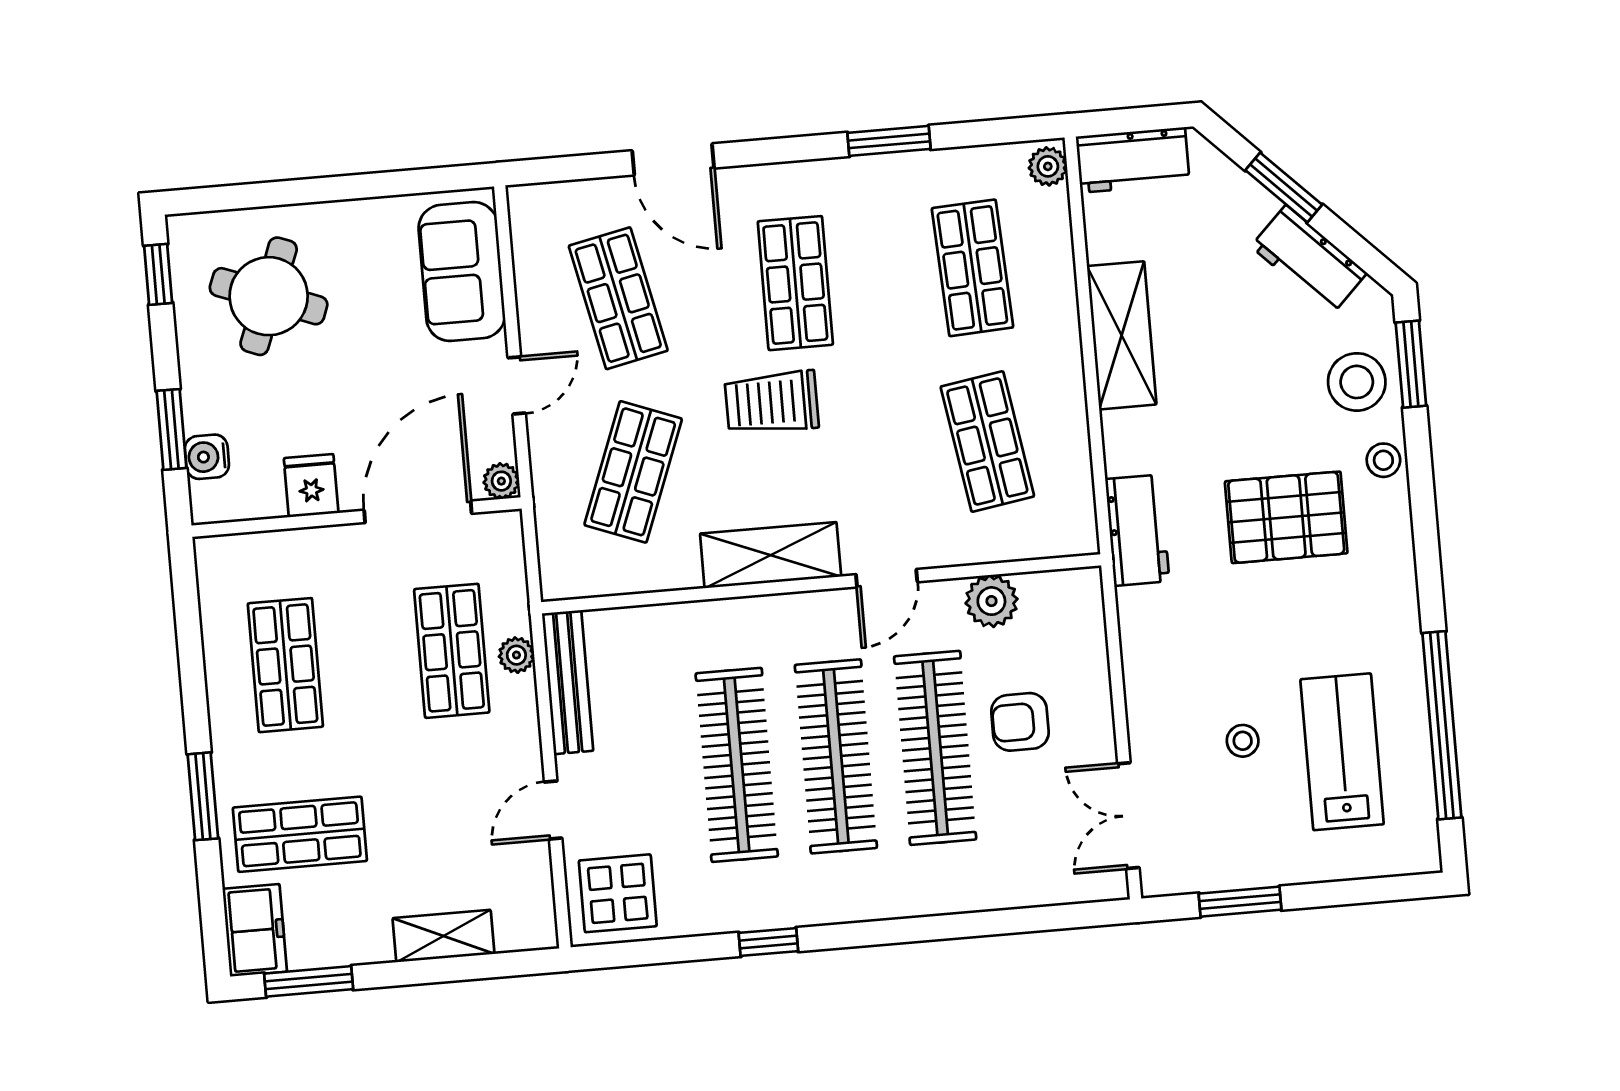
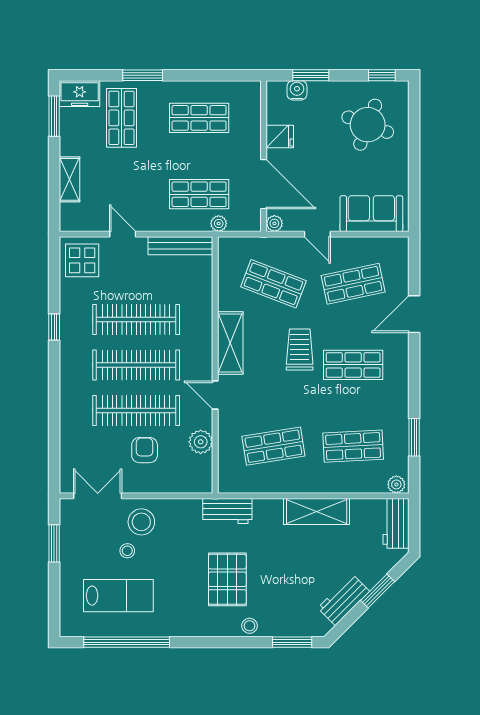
window: (889, 141) -> (414, 437), moved
stool: (1357, 382) -> (141, 522), moved
plant: (516, 655) -> (219, 223), moved

